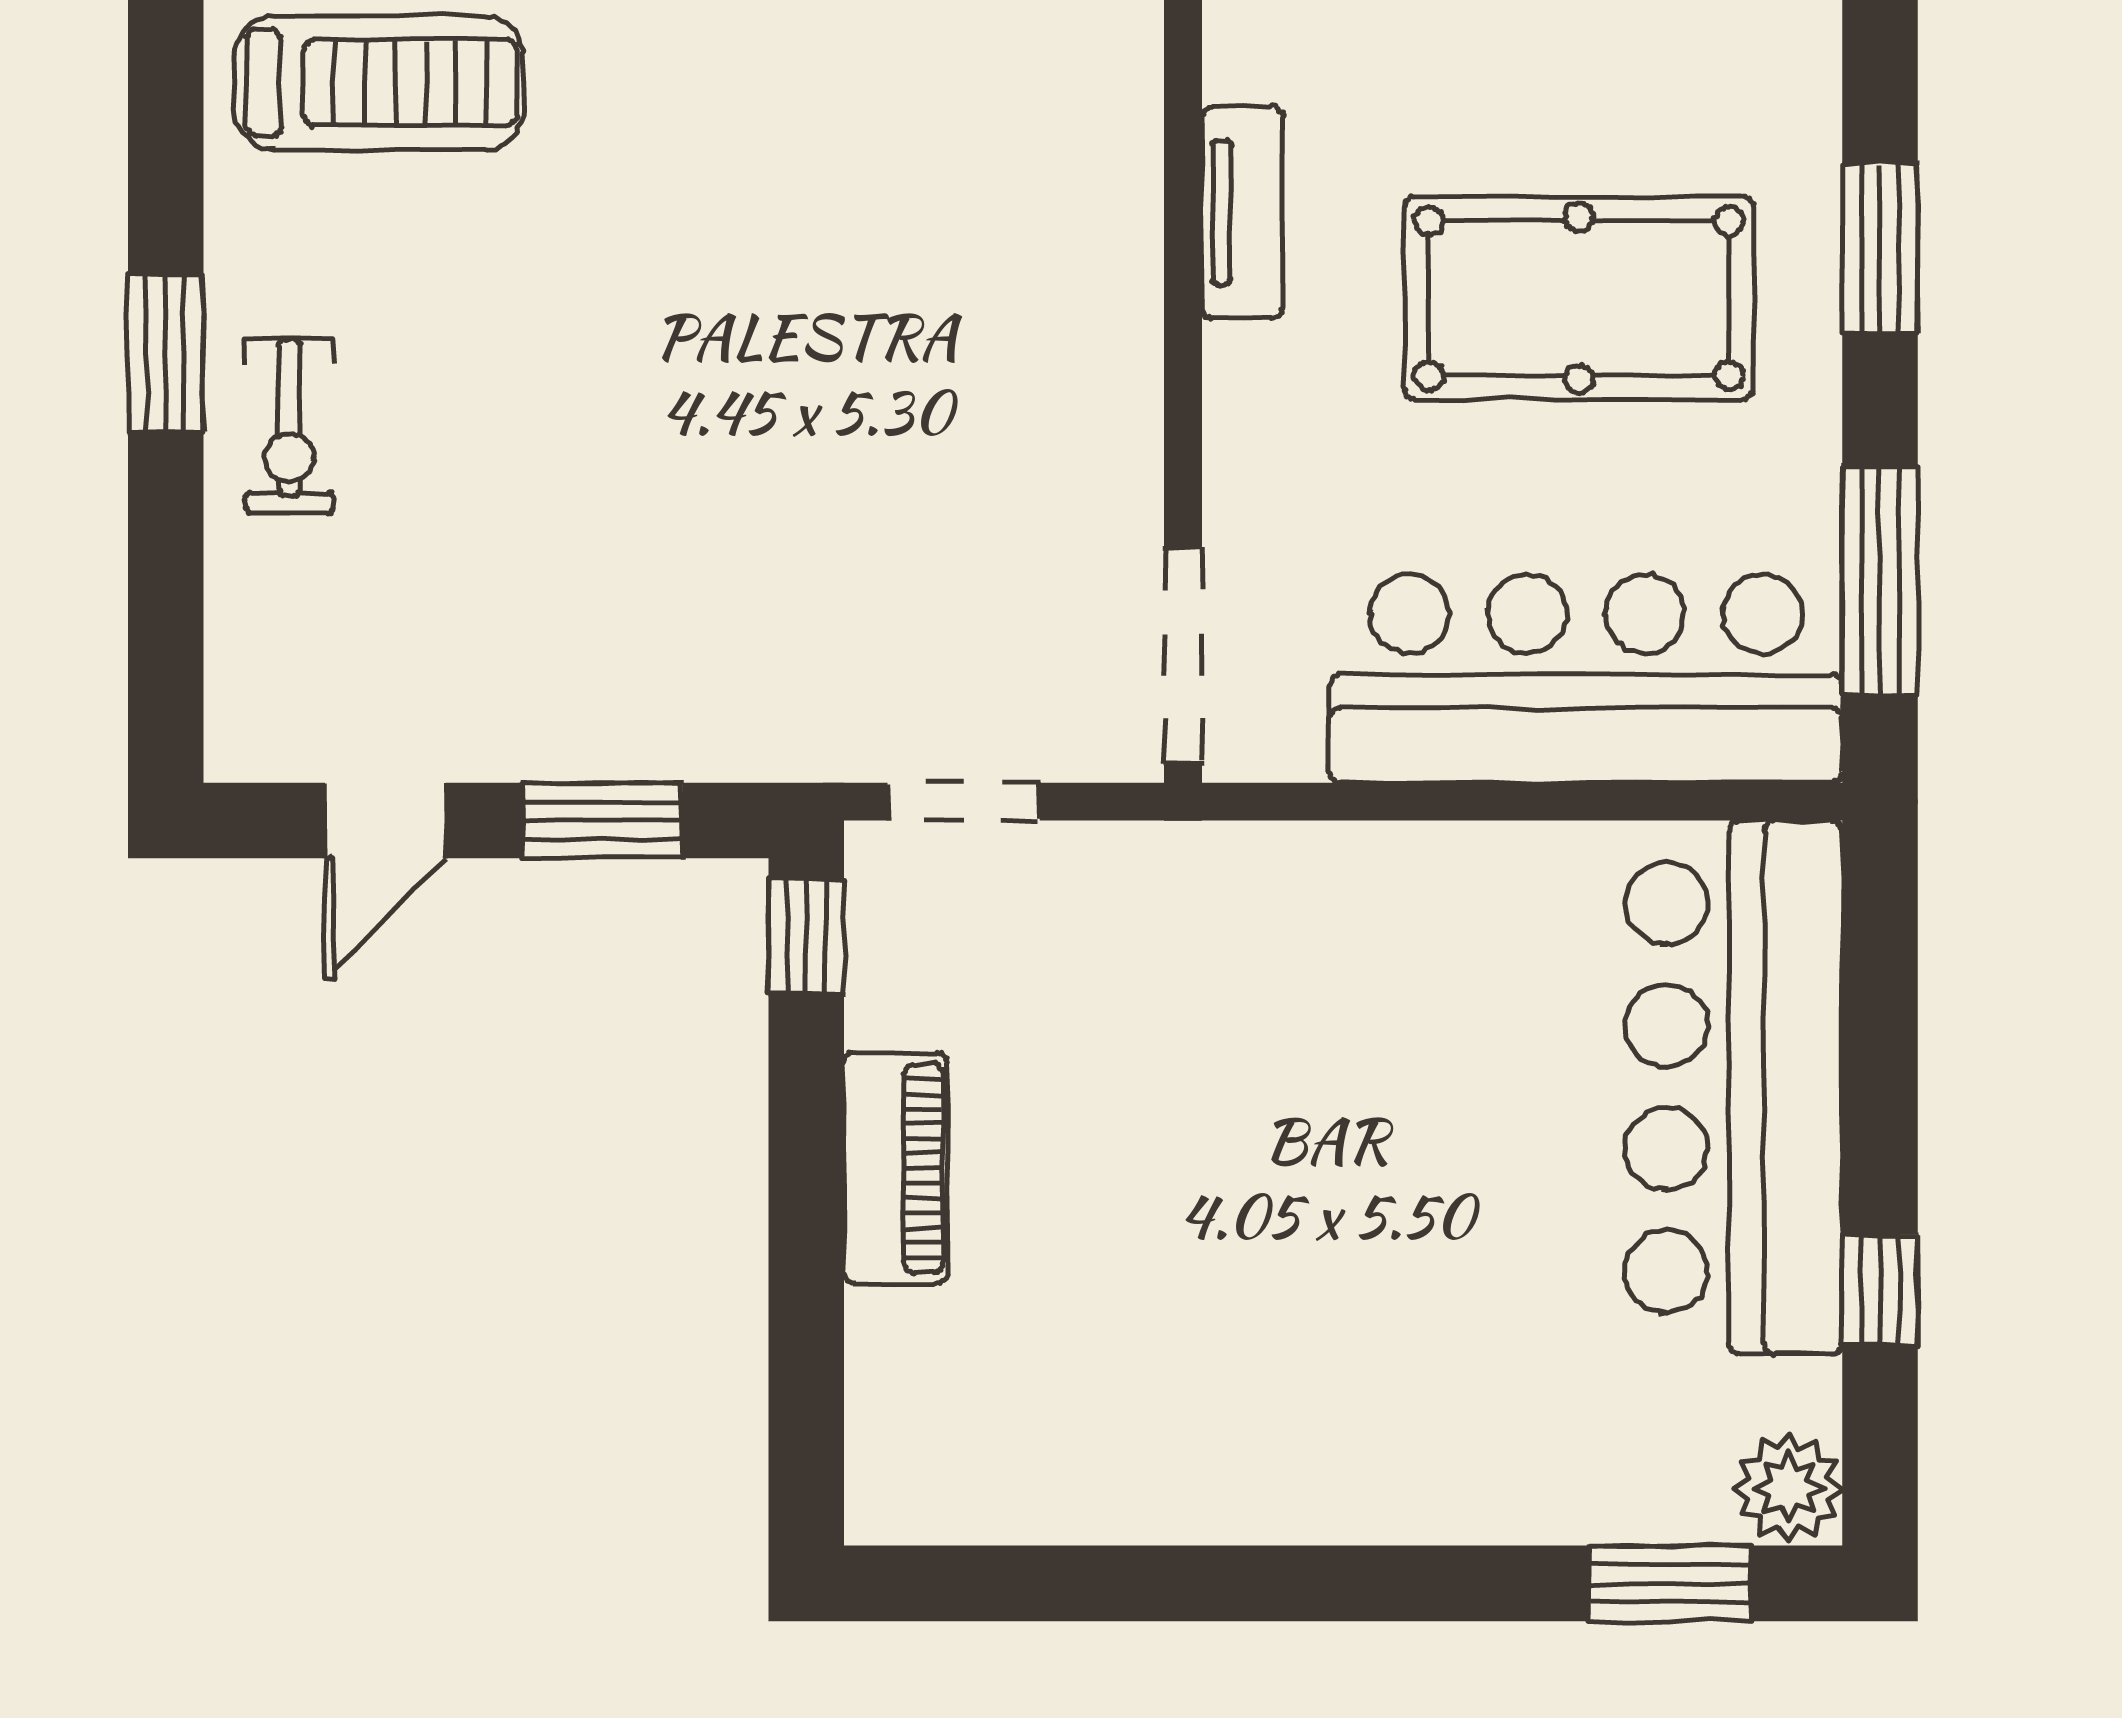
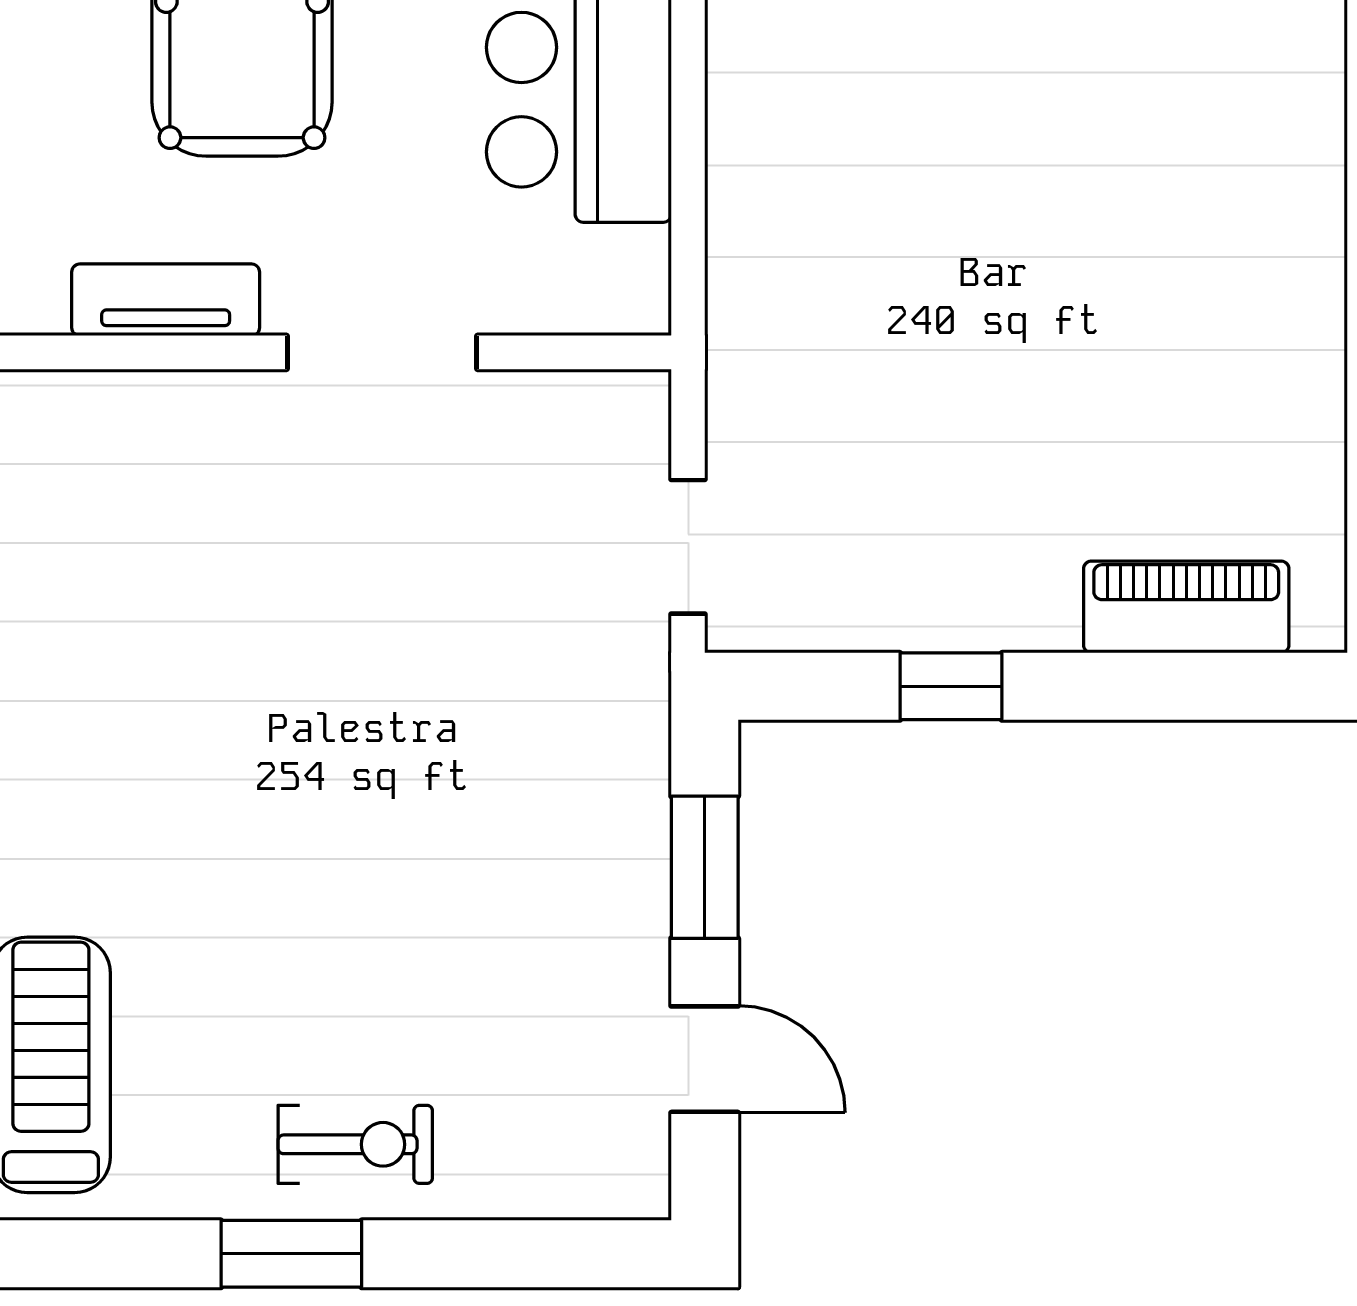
doorway: (1183, 655) -> (382, 352), moved
window: (806, 936) -> (951, 686), moved
piano: (896, 1168) -> (1186, 607), moved

